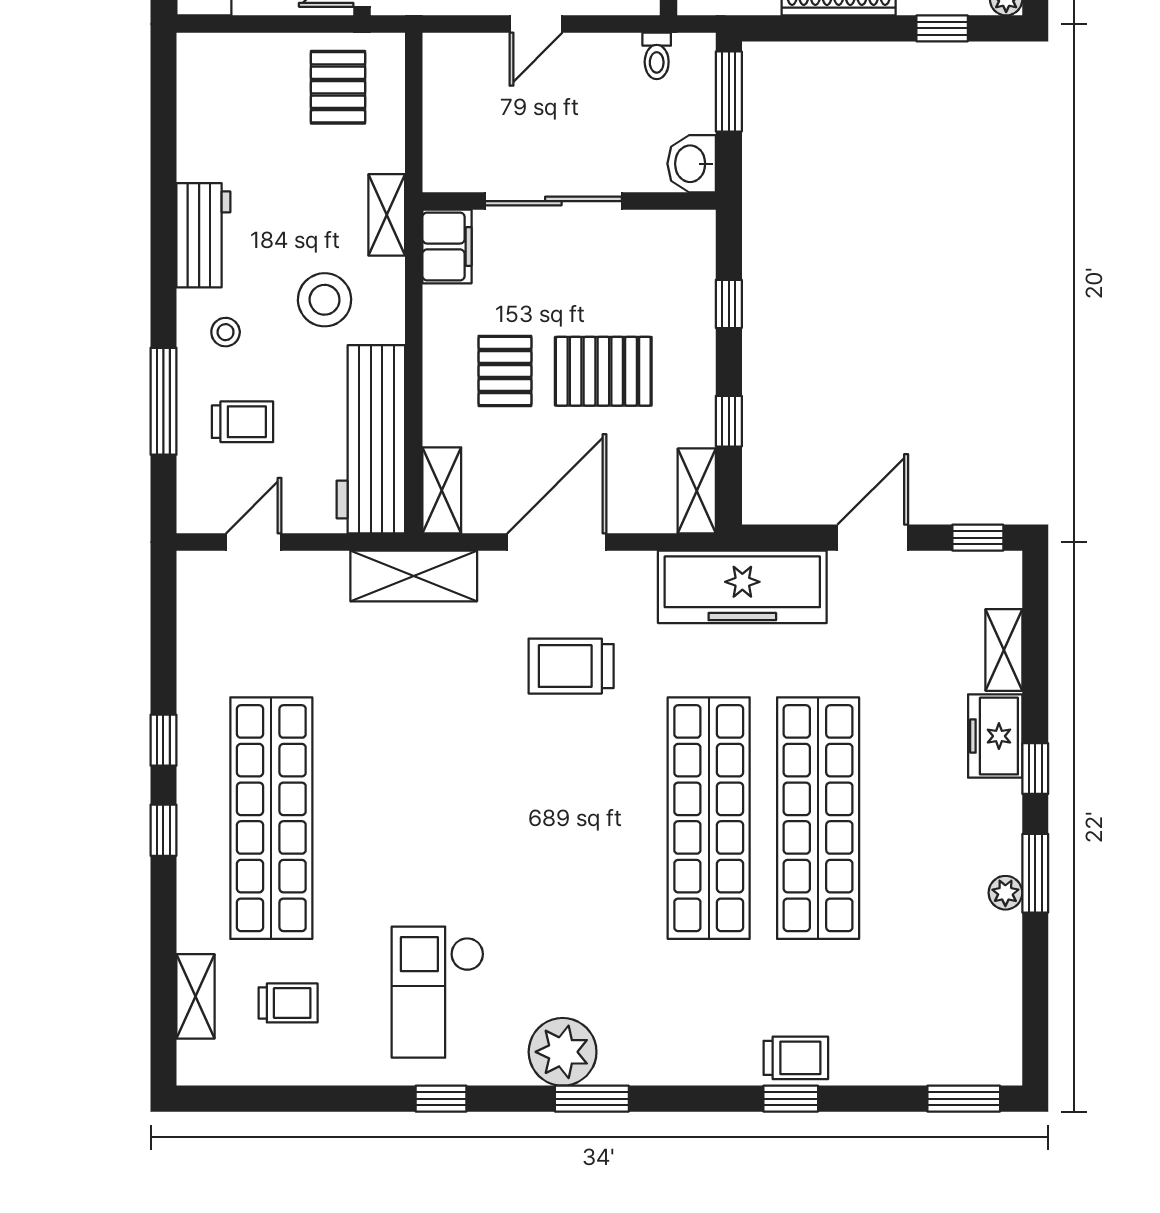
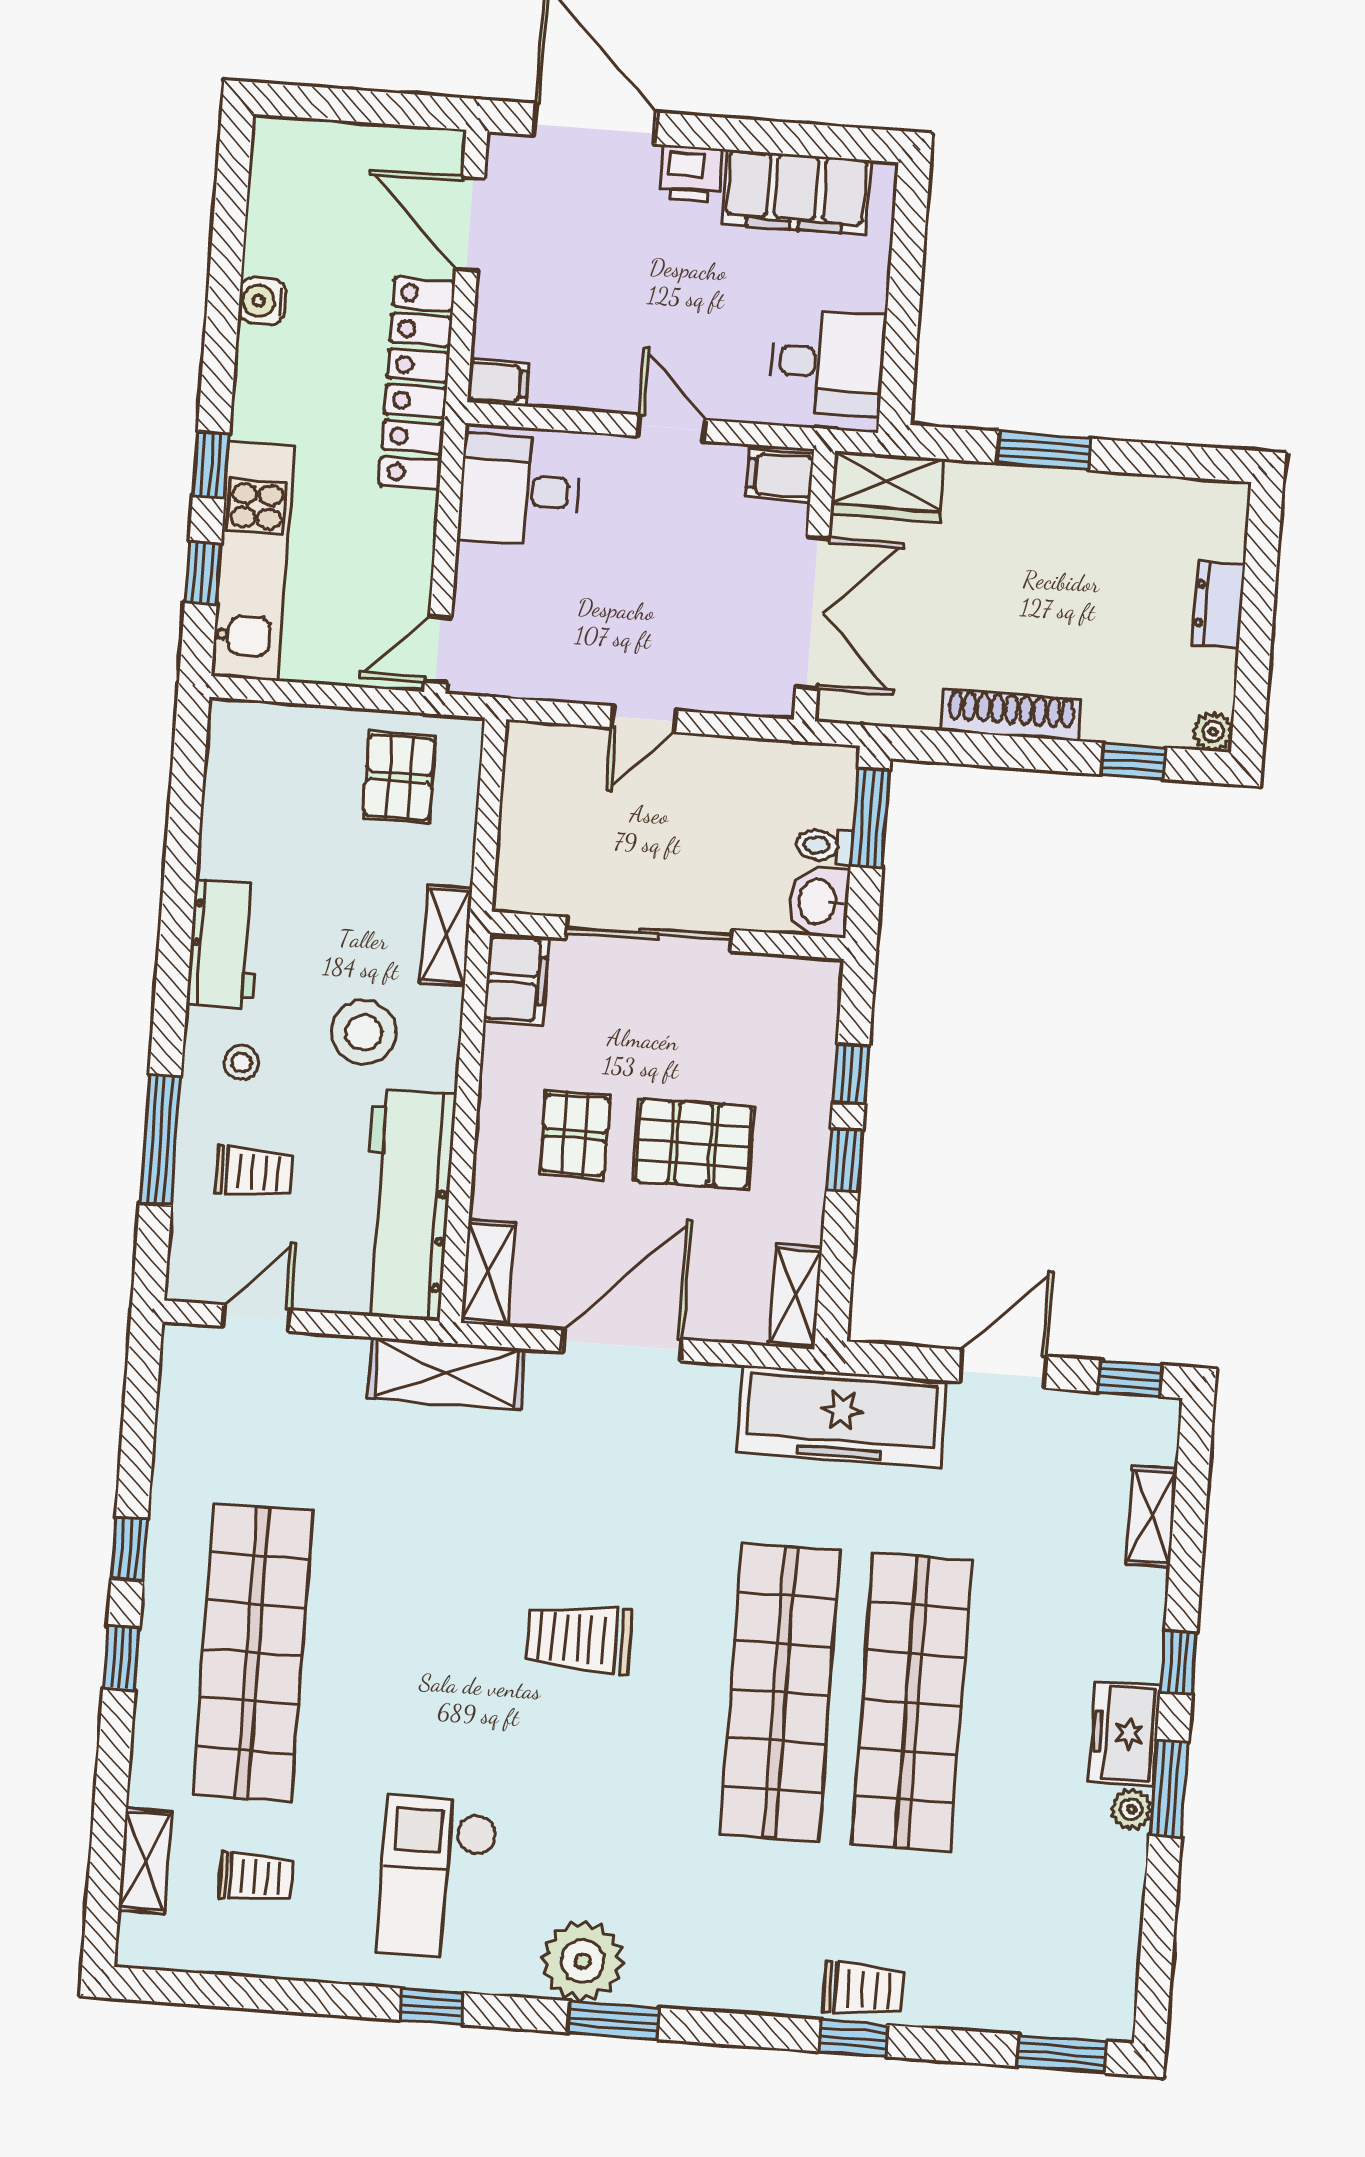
toilet: (657, 56) -> (824, 846), moved, turned 90
window: (729, 421) -> (845, 1160), moved
trolley: (571, 666) -> (579, 1638), moved
freezer: (995, 736) -> (1124, 1734), moved

